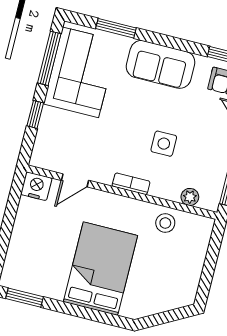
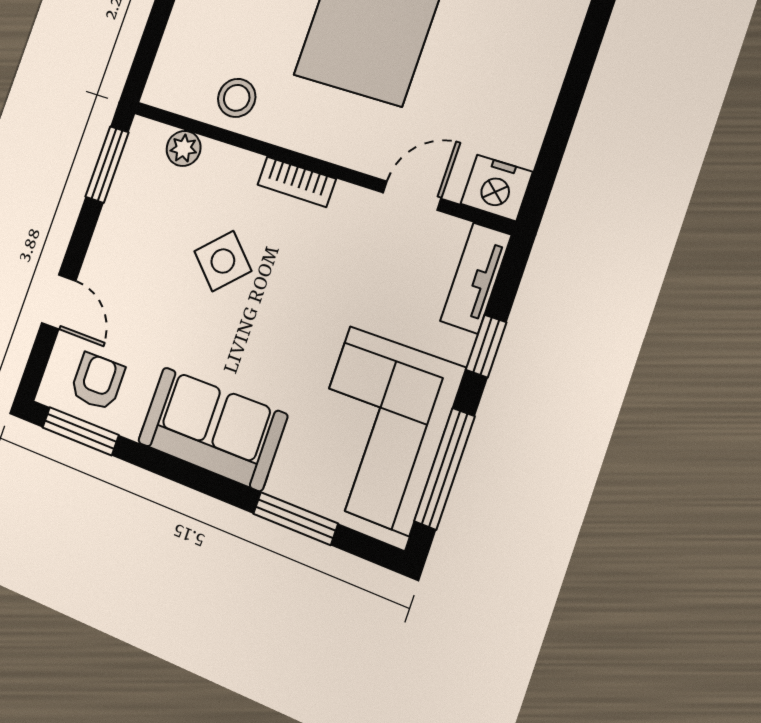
side table: (164, 144) -> (223, 261), turned 45
tv unit: (42, 145) -> (476, 278), added

